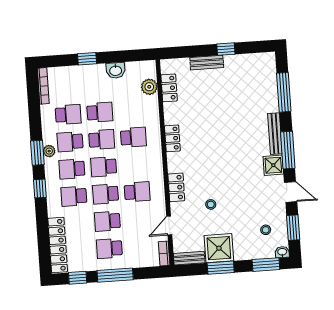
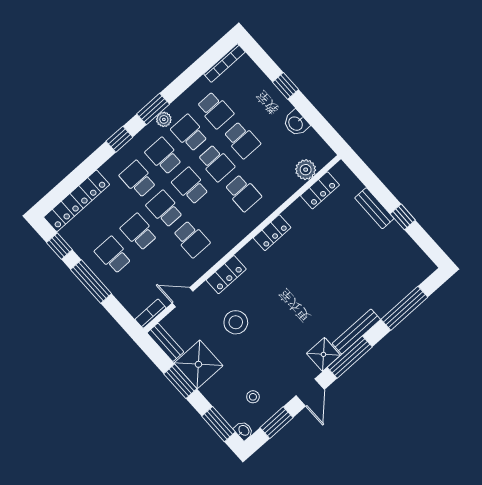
stool: (211, 204) -> (236, 322), width x1.89, depth x1.89

